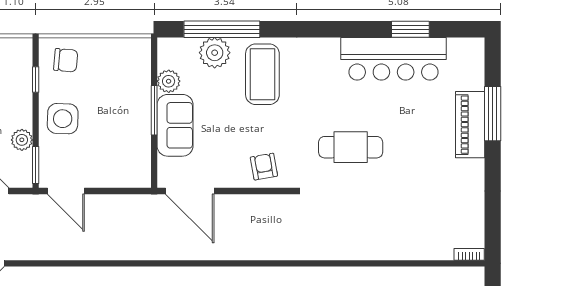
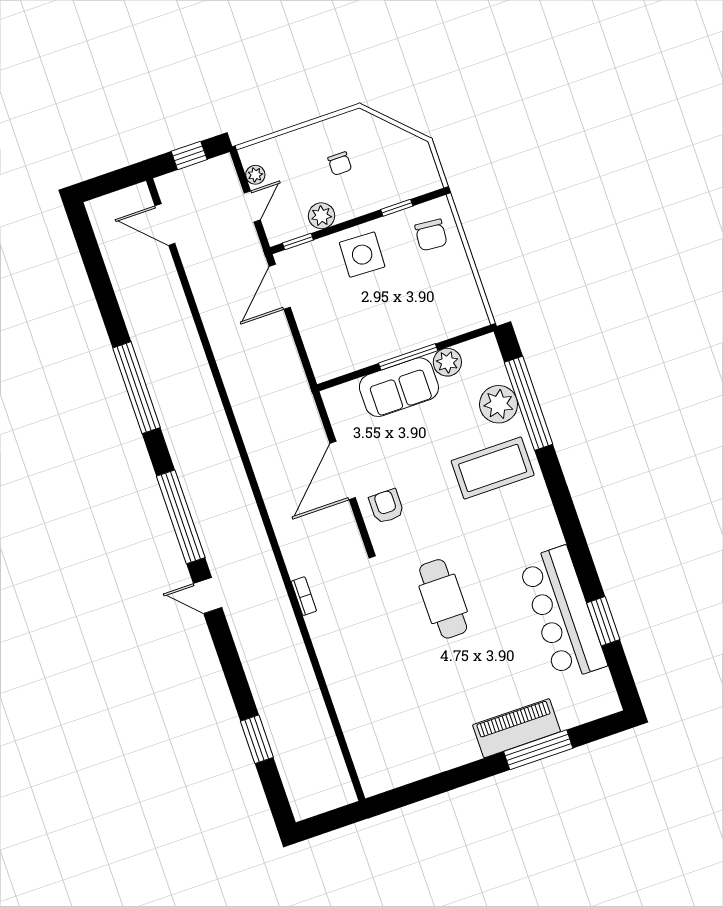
window: (36, 165) -> (298, 242), width x0.67
armchair: (264, 167) -> (386, 506), turned -80
door: (190, 191) -> (343, 471), moved
bookcase: (469, 254) -> (304, 596), moved

